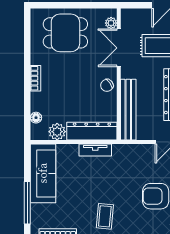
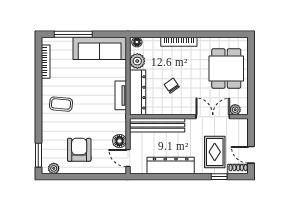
bookcase: (36, 78) -> (179, 42), width x1.56
chair: (107, 85) -> (172, 86), moved
floor lamp: (36, 118) -> (137, 42), moved
floor lamp: (146, 151) -> (119, 141), added

